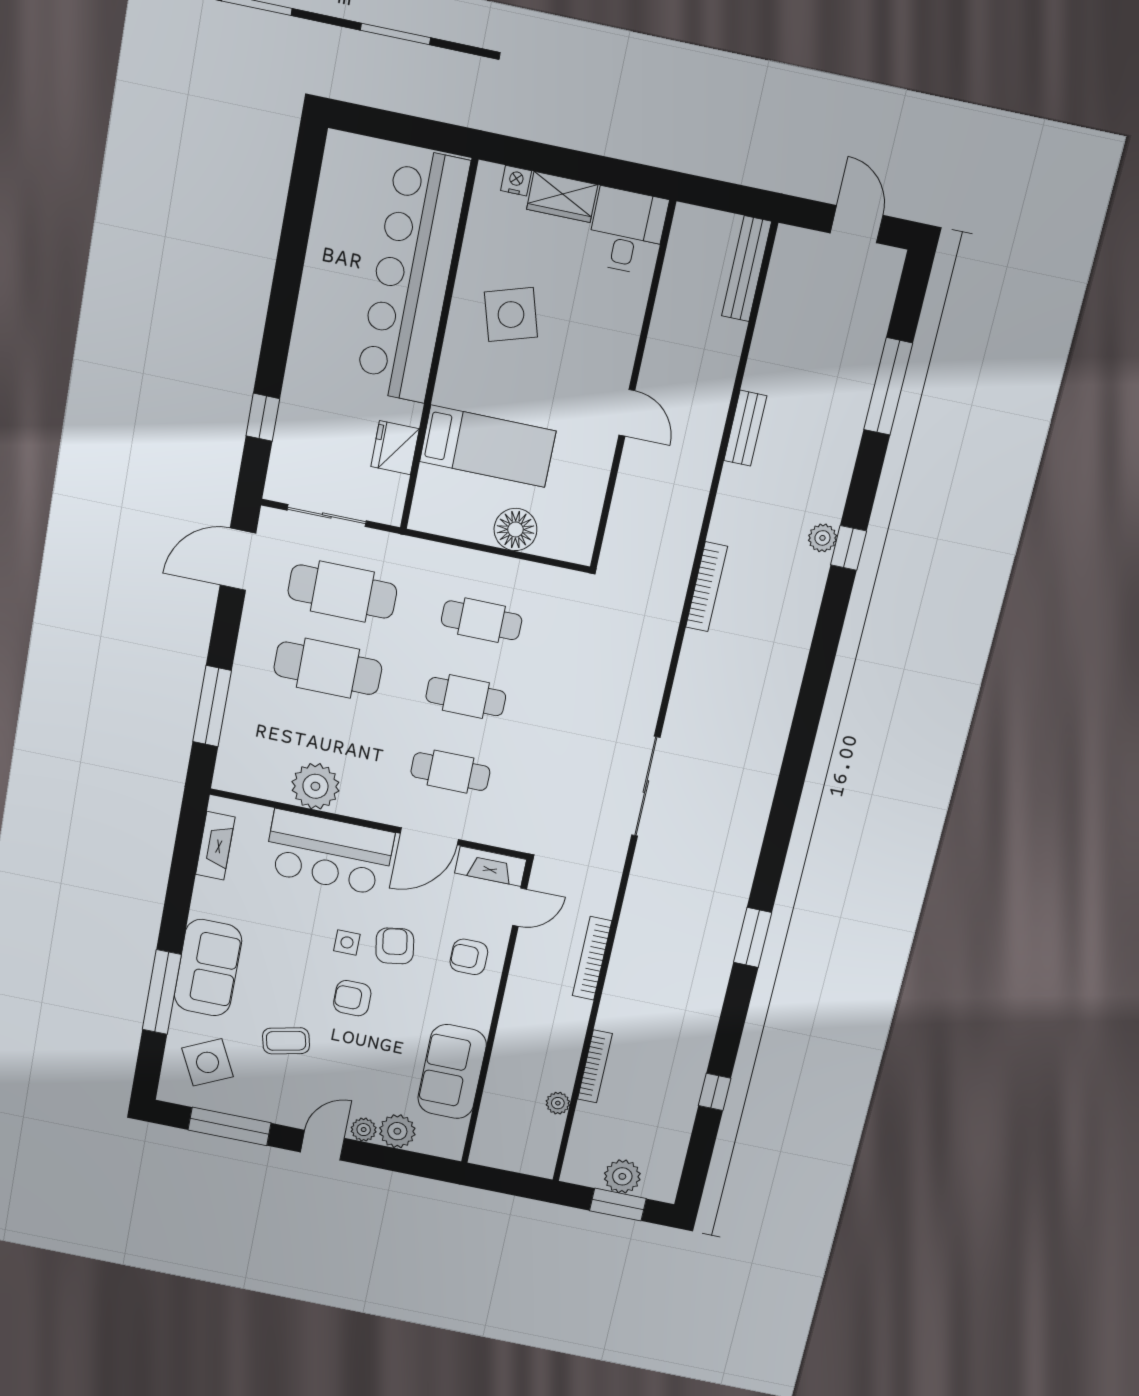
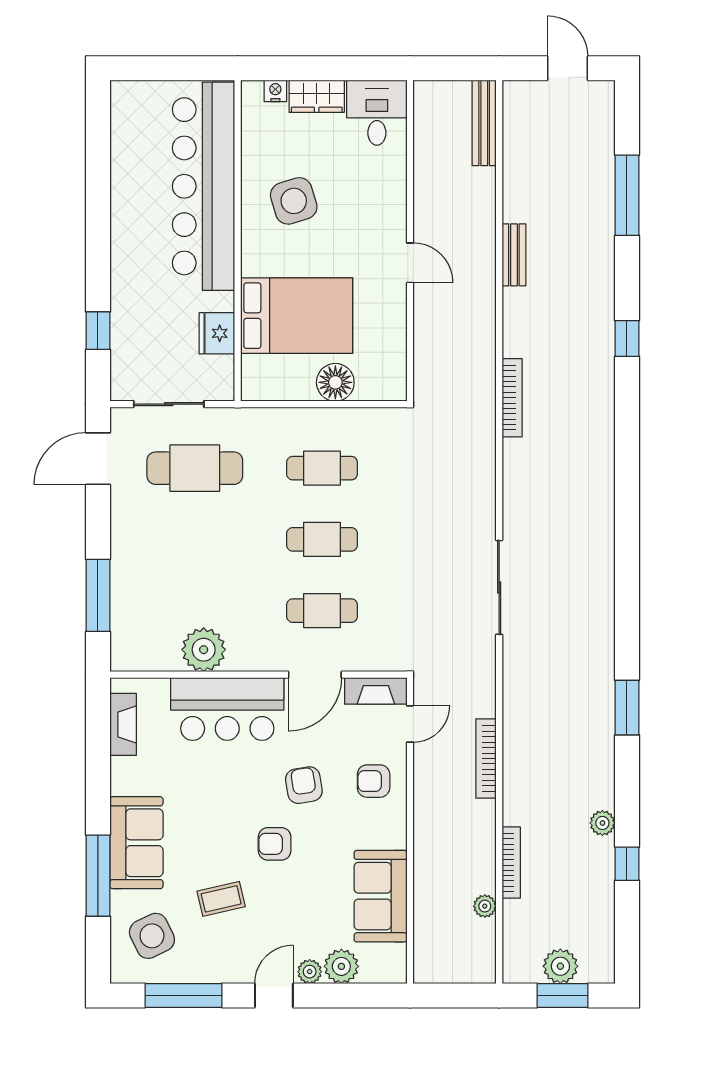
bed: (488, 446) -> (297, 316), width x1.50
plant: (822, 538) -> (602, 823), moved
cafe table: (328, 668) -> (195, 539), removed
side table: (347, 942) -> (260, 791), removed

